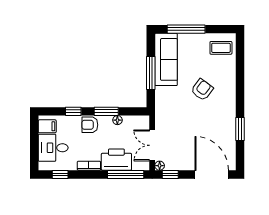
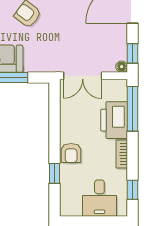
window: (106, 111) -> (55, 133), removed
floor lamp: (117, 120) -> (65, 119), removed
filing cabinet: (47, 126) -> (73, 206), removed
double door: (152, 145) -> (83, 76), moved

